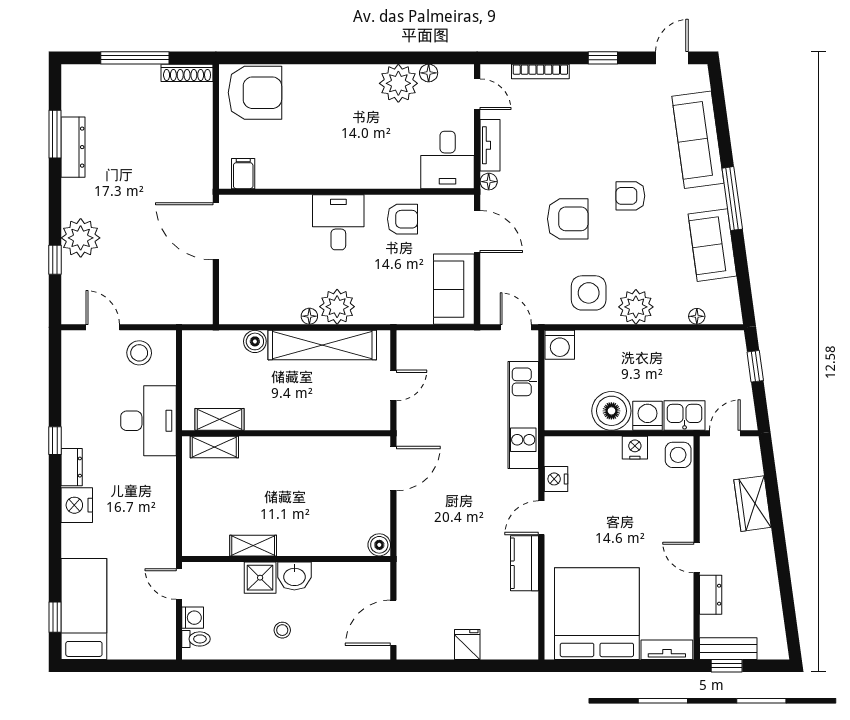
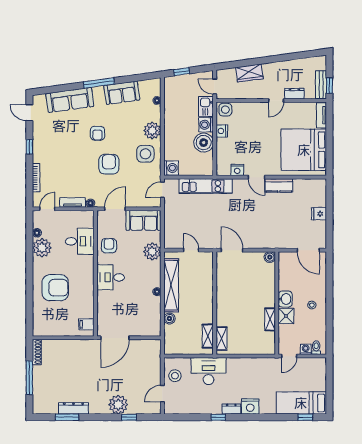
armchair: (255, 93) -> (55, 288), moved, turned 90
desk: (448, 160) -> (80, 241), moved
plant: (337, 307) -> (152, 251), moved

